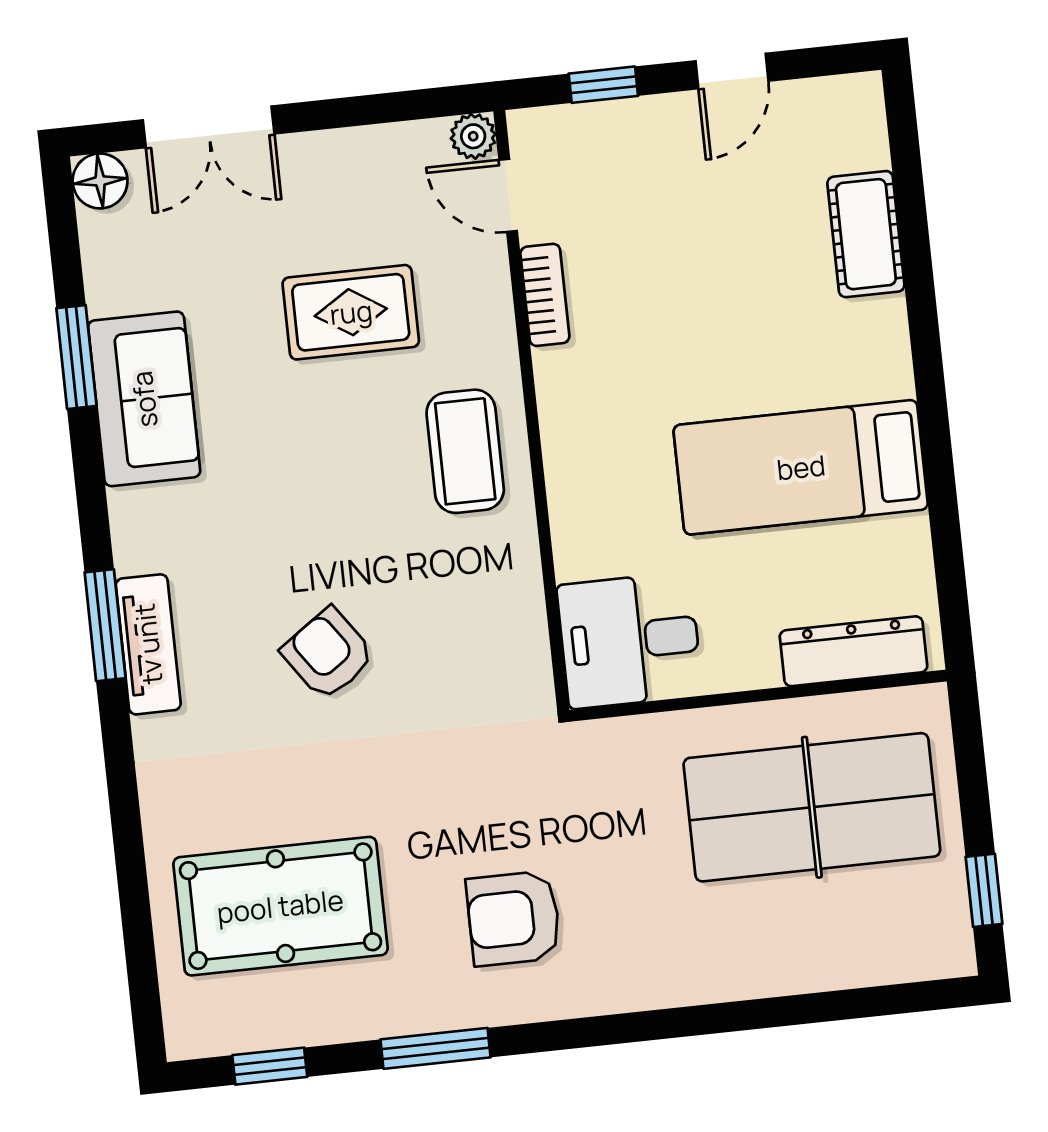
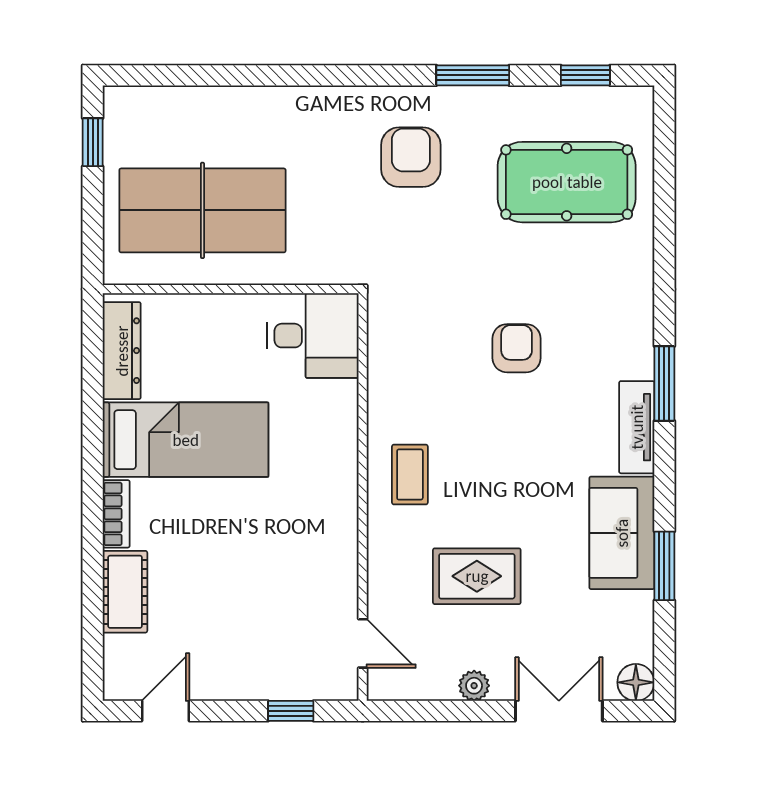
door: (732, 71) -> (166, 711), moved
plant: (473, 136) -> (474, 686), moved
bookcase: (545, 295) -> (116, 514), moved, turned 180
coffee table: (465, 451) -> (410, 475), width x0.73, depth x0.77
tv unit: (148, 644) -> (637, 427), moved
dresser: (853, 651) -> (122, 351), moved, turned -90
armchair: (328, 654) -> (517, 348), turned -145
armchair: (514, 918) -> (411, 157), turned -90

